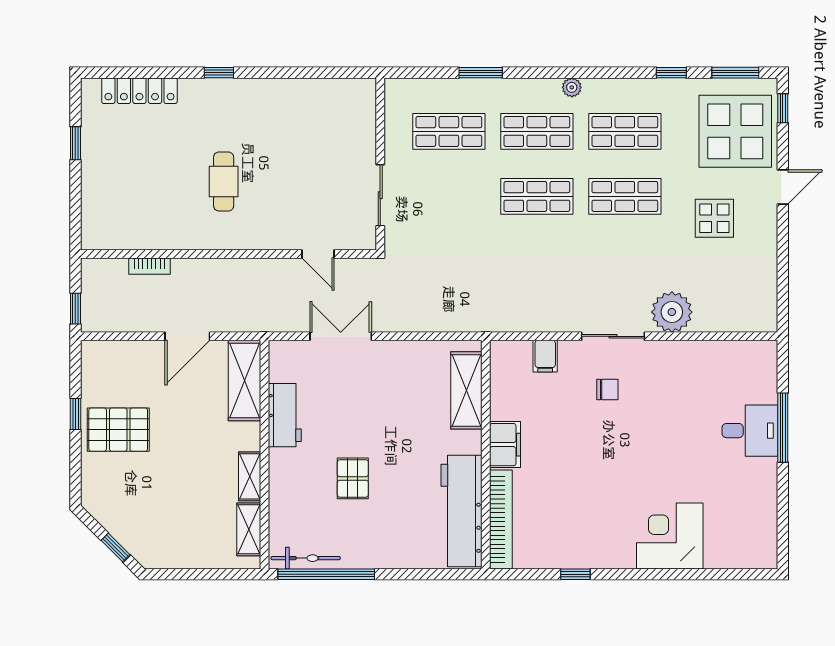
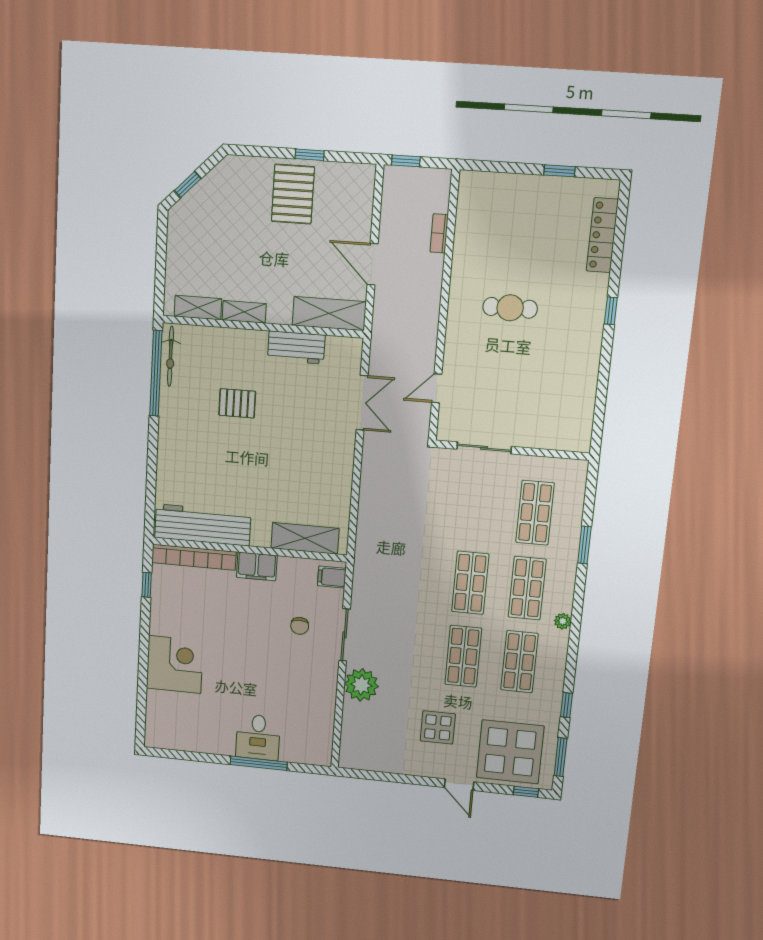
shelving: (466, 390) -> (305, 538), moved
filing cabinet: (505, 445) -> (257, 566), moved
wall: (486, 455) -> (249, 550), moved
workbench: (461, 511) -> (203, 525), moved
bookcase: (501, 519) -> (194, 557), moved

